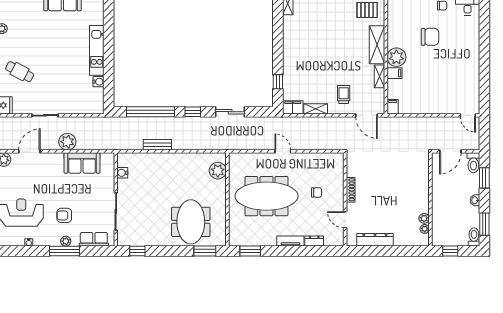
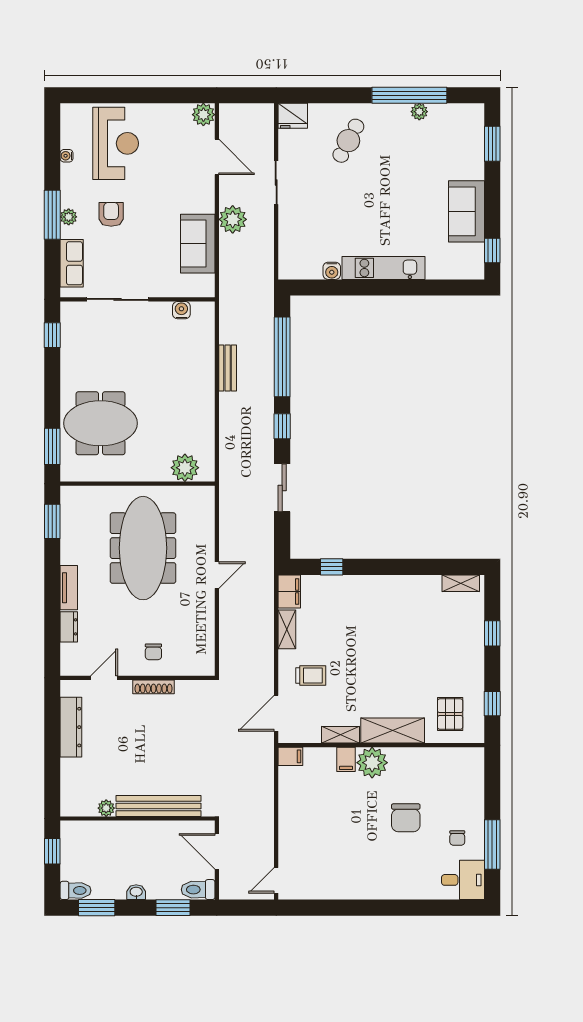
bench: (423, 187) -> (159, 806), added
chair: (317, 192) -> (153, 652), moved
plant: (425, 229) -> (89, 809), removed

